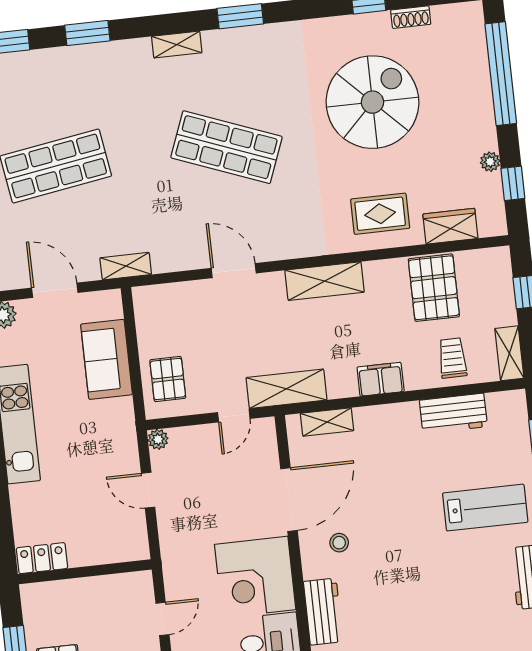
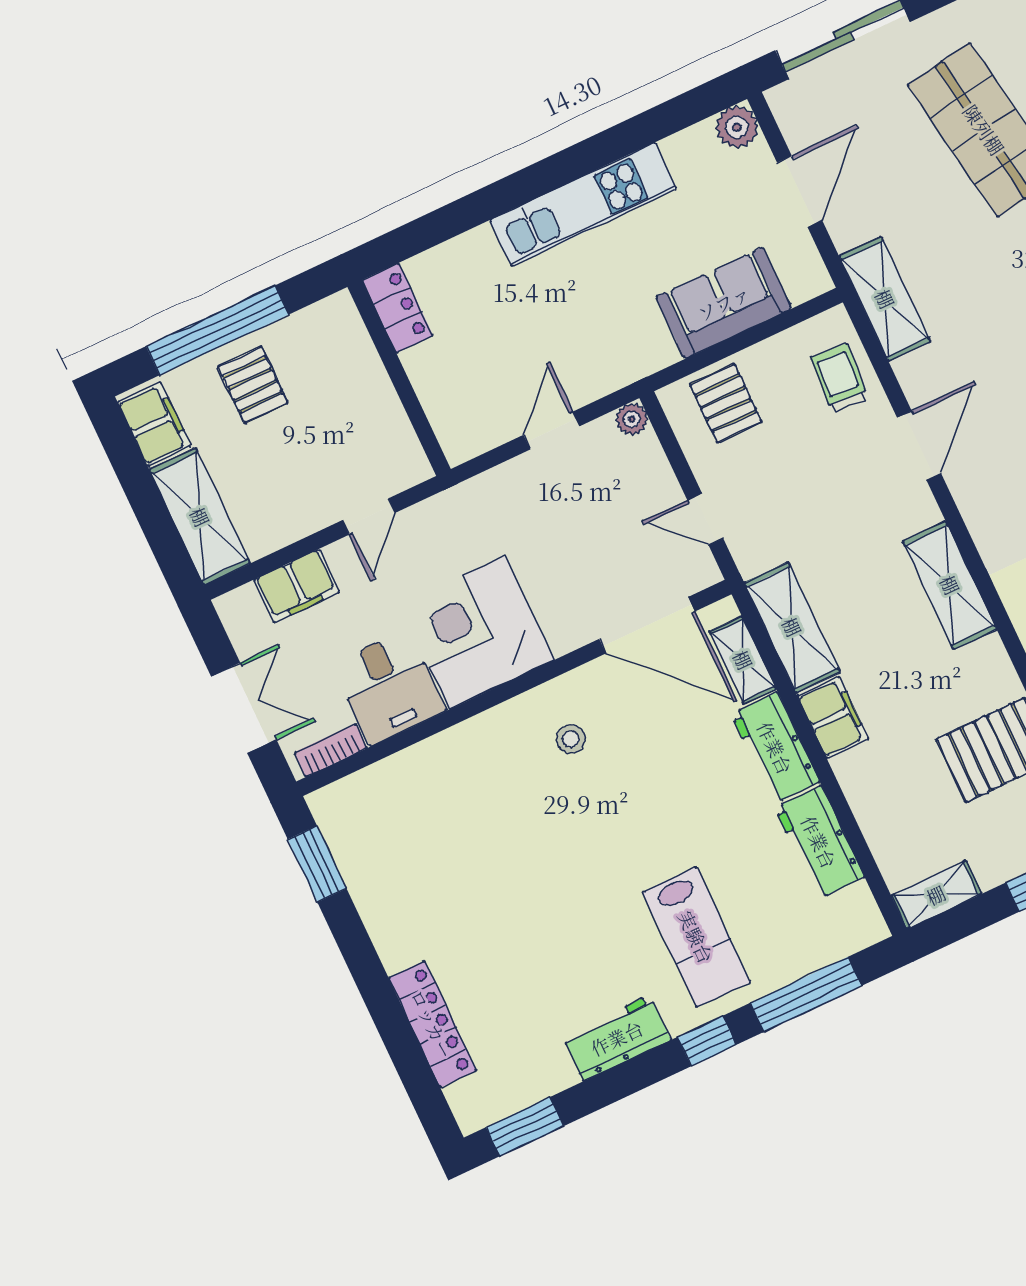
shelving: (126, 266) -> (885, 299), width x1.50, depth x1.33
trolley: (452, 358) -> (839, 378), moved, turned -86
pallet: (168, 379) -> (726, 403), turned 90
shelving: (287, 389) -> (792, 627), moved
door: (289, 500) -> (647, 625), moved
workbench: (323, 612) -> (775, 748), moved, turned 90
door: (162, 619) -> (369, 517), hinge flipped

